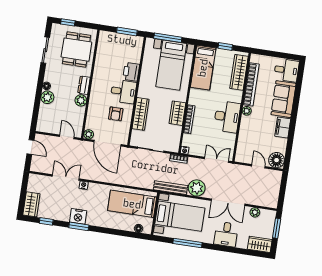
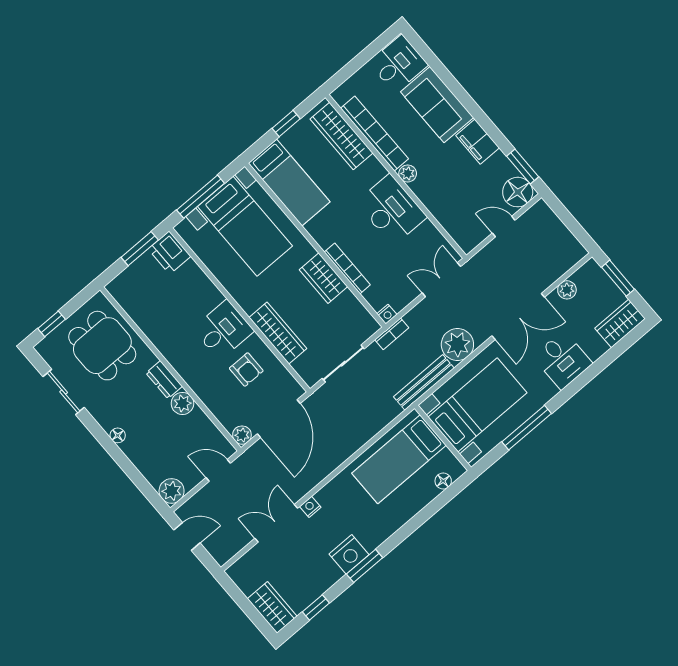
printer: (131, 72) -> (169, 253), moved
plant: (47, 97) -> (172, 491), moved
door: (107, 143) -> (279, 419), hinge flipped
window: (288, 153) -> (523, 167), added

